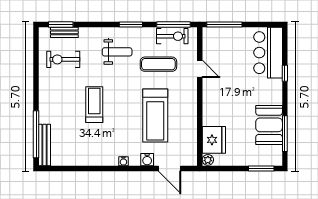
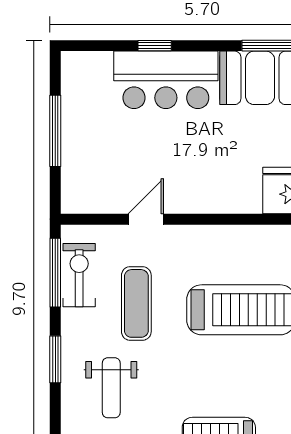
window: (224, 24) -> (55, 131), moved
weight bench: (117, 52) -> (111, 388), turned 180
bar counter: (268, 53) -> (166, 80), moved

